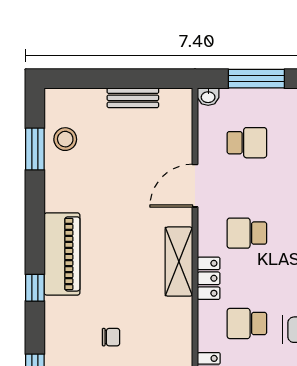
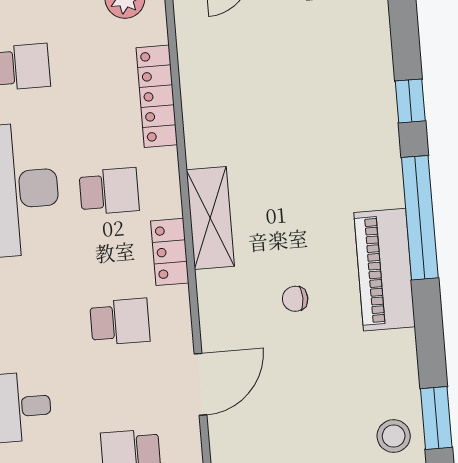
shelving: (179, 262) -> (210, 218), moved
window: (35, 288) -> (420, 218), width x3.17
chair: (111, 337) -> (295, 299), moved

